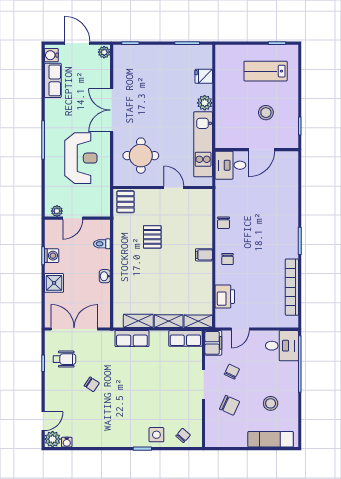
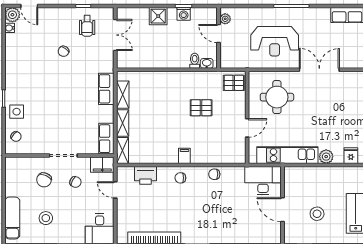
desk: (230, 165) -> (263, 181), width x1.37
washbasin: (105, 276) -> (207, 63), moved
double door: (74, 329) -> (115, 35), width x0.73

